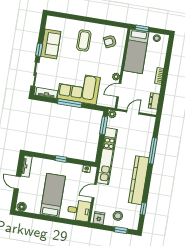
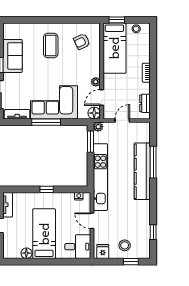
floor lamp: (111, 102) -> (94, 113), added
kitchen counter: (139, 180) -> (142, 171), moved
door: (94, 191) -> (92, 221), hinge flipped
floor lamp: (22, 207) -> (26, 253), moved

